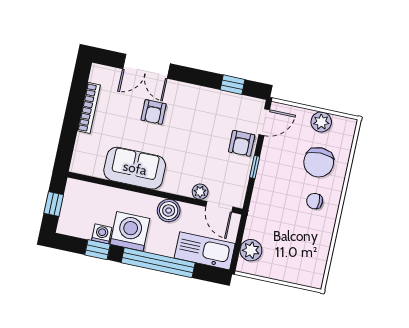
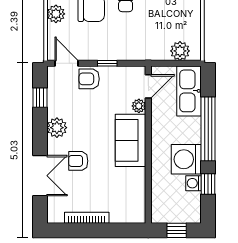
plant: (195, 96) -> (57, 128), added
armchair: (154, 112) -> (78, 161), turned 180
armchair: (242, 143) -> (89, 79), turned 180
sofa: (135, 168) -> (130, 140), moved
boiler: (169, 211) -> (161, 130), removed

